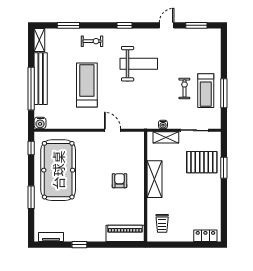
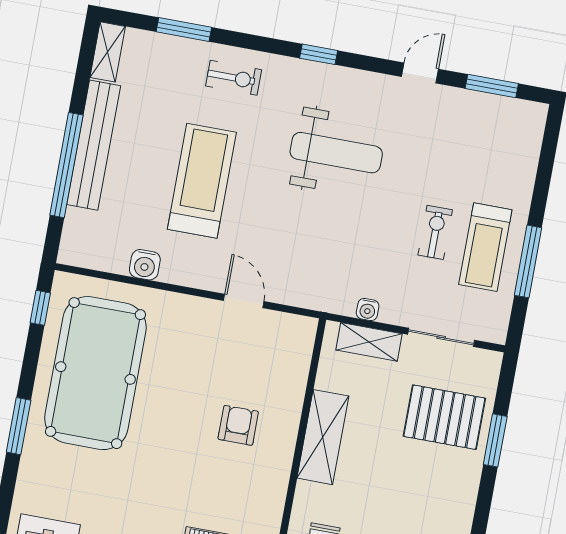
water cooler: (40, 123) -> (145, 265), moved

